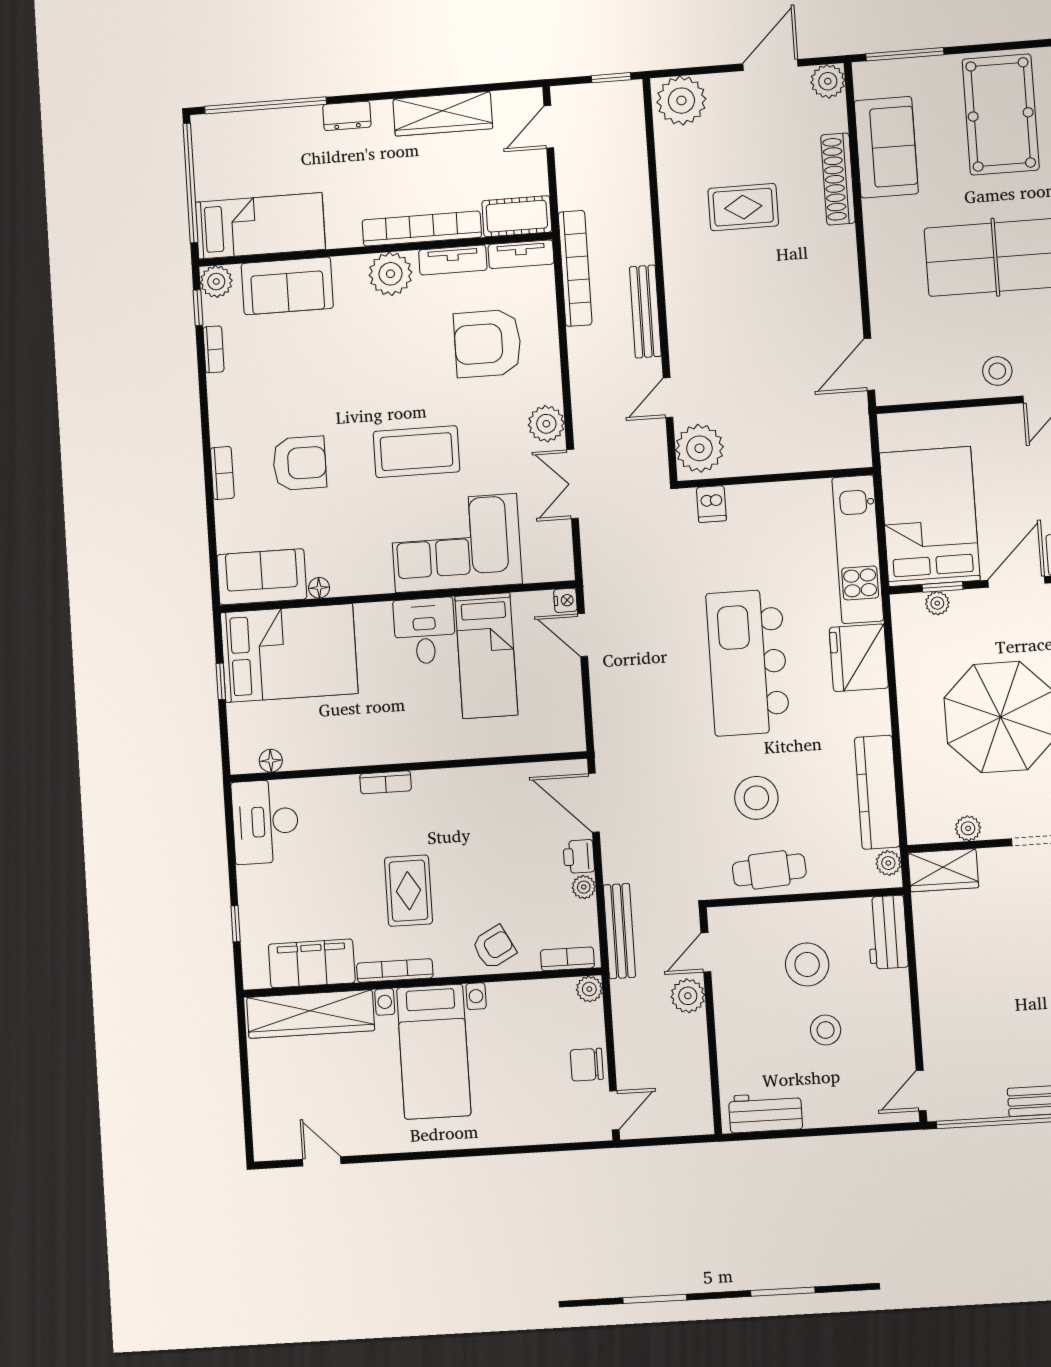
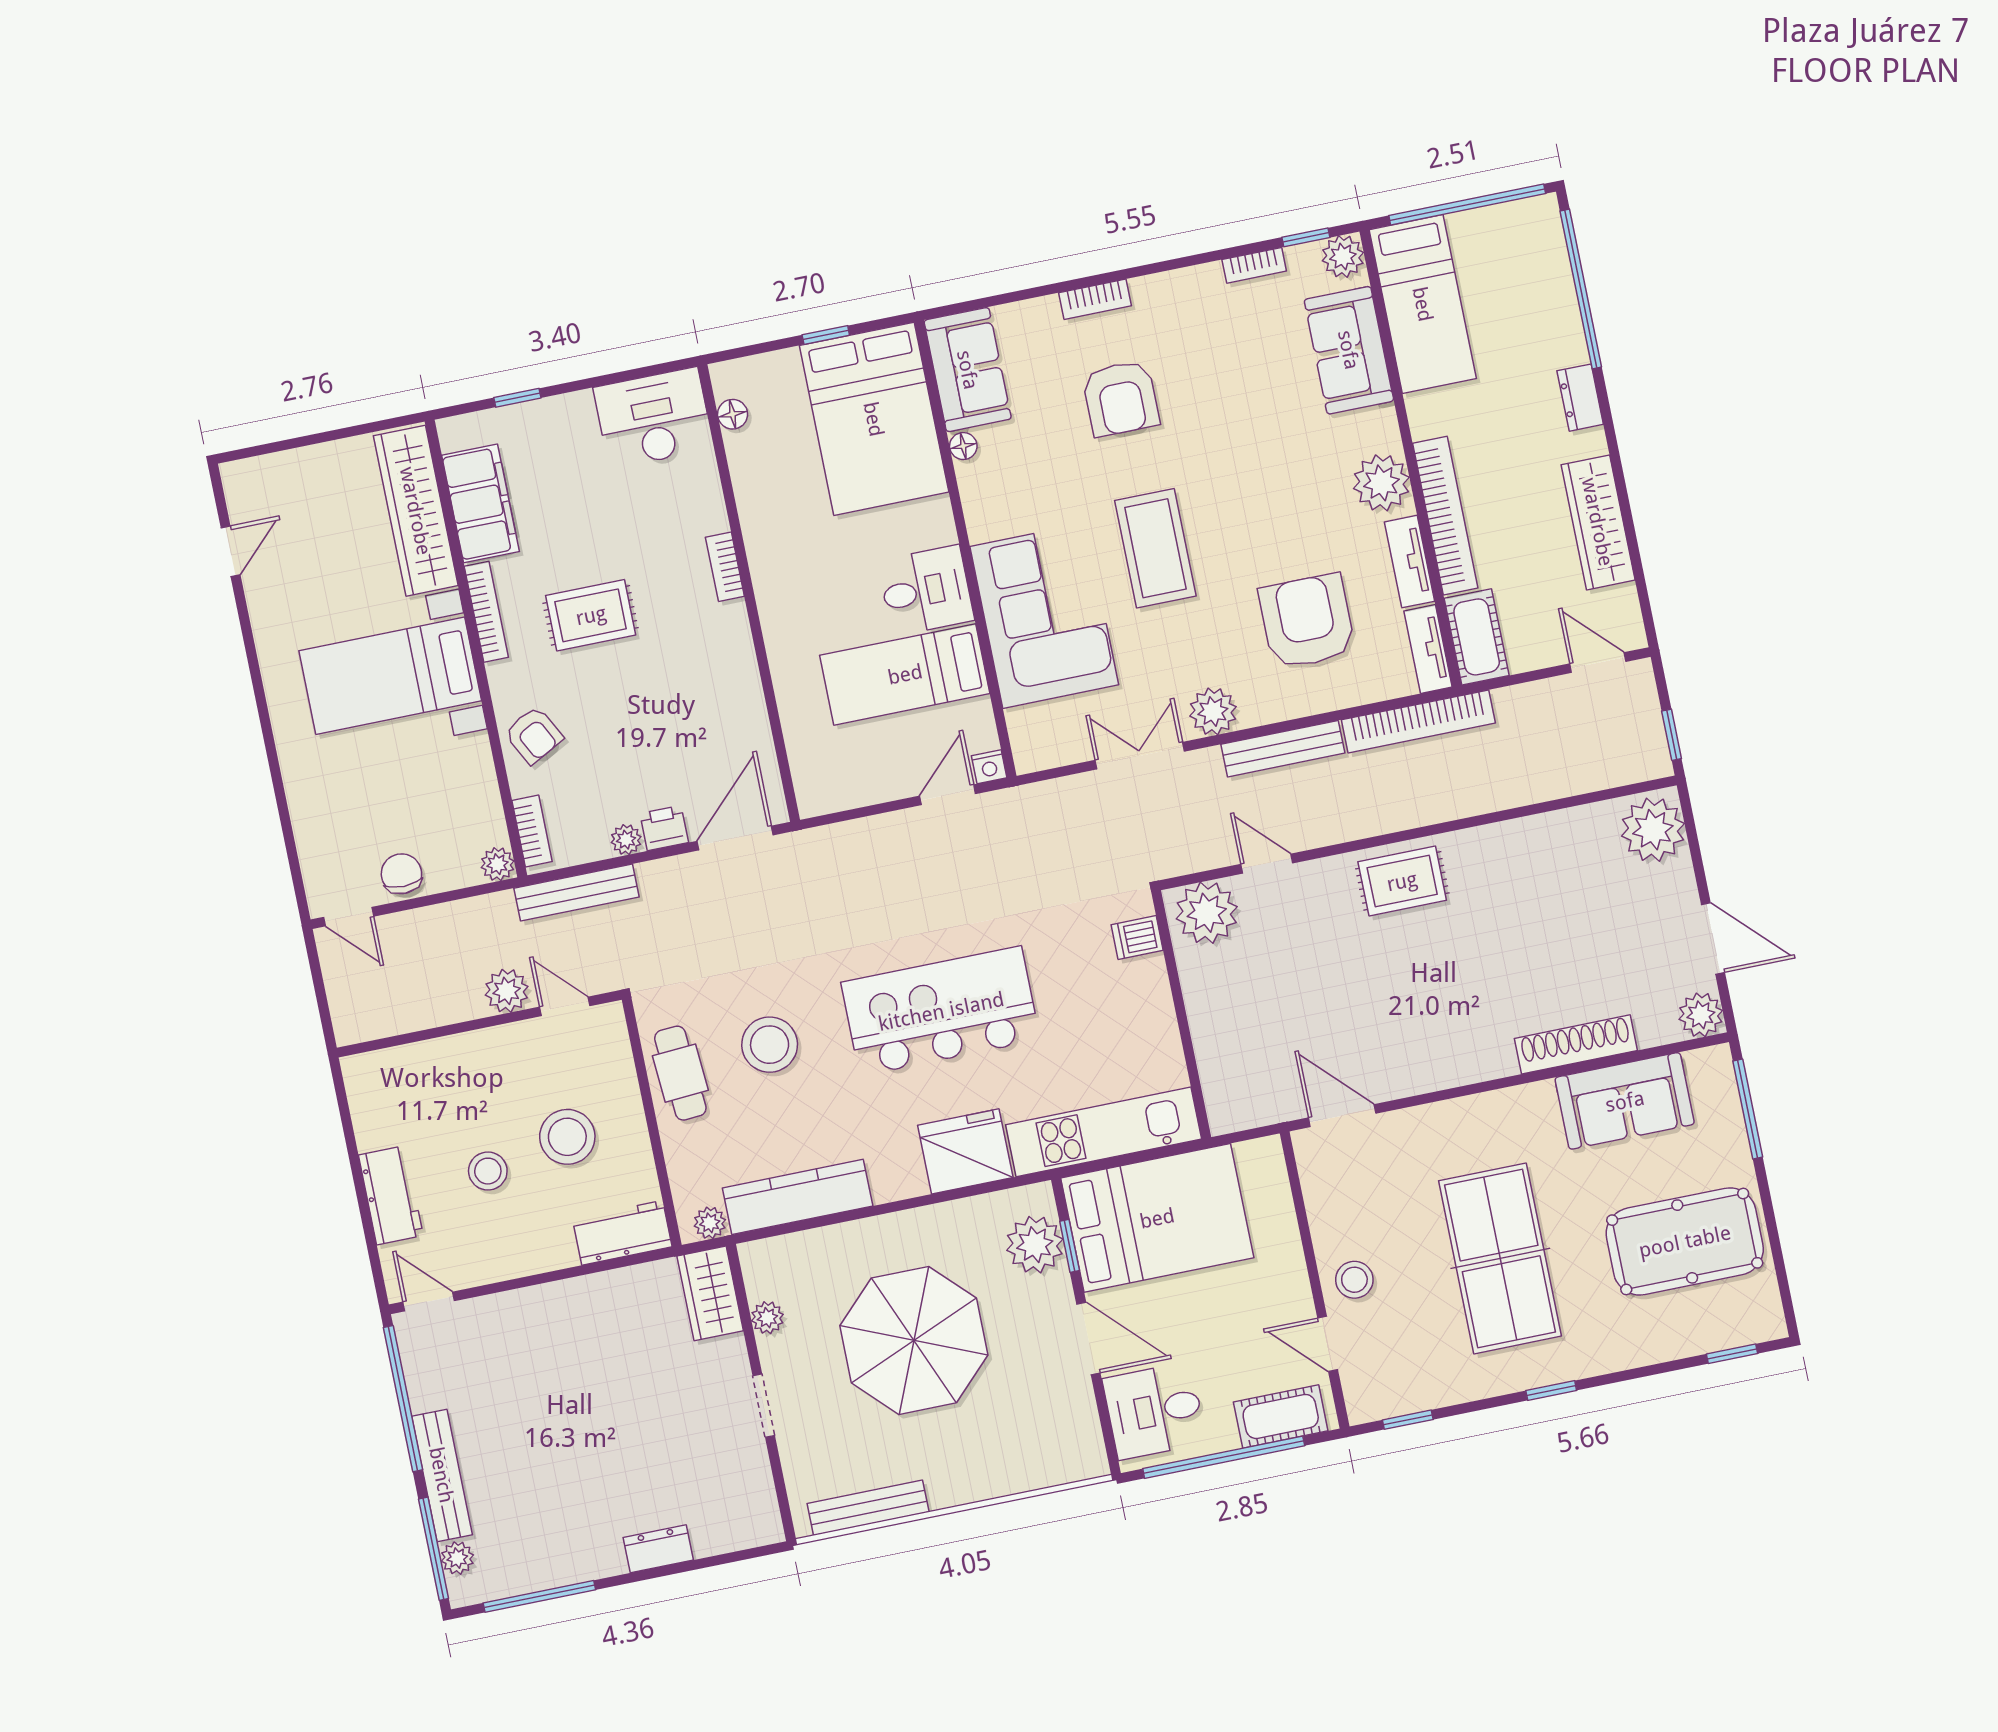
rug: (743, 207) -> (1402, 881), moved, turned 90
bench: (645, 312) -> (1283, 749), moved
plant: (937, 603) -> (1035, 1245), width x1.87, depth x1.87
workbench: (765, 1112) -> (391, 1195), moved

